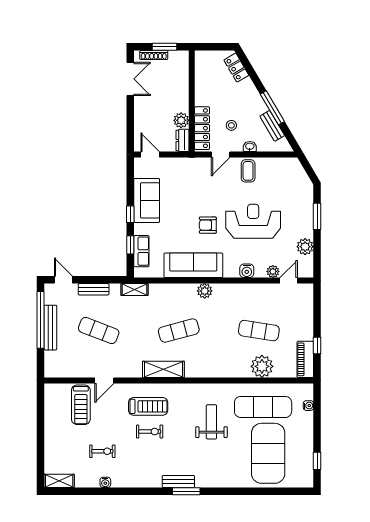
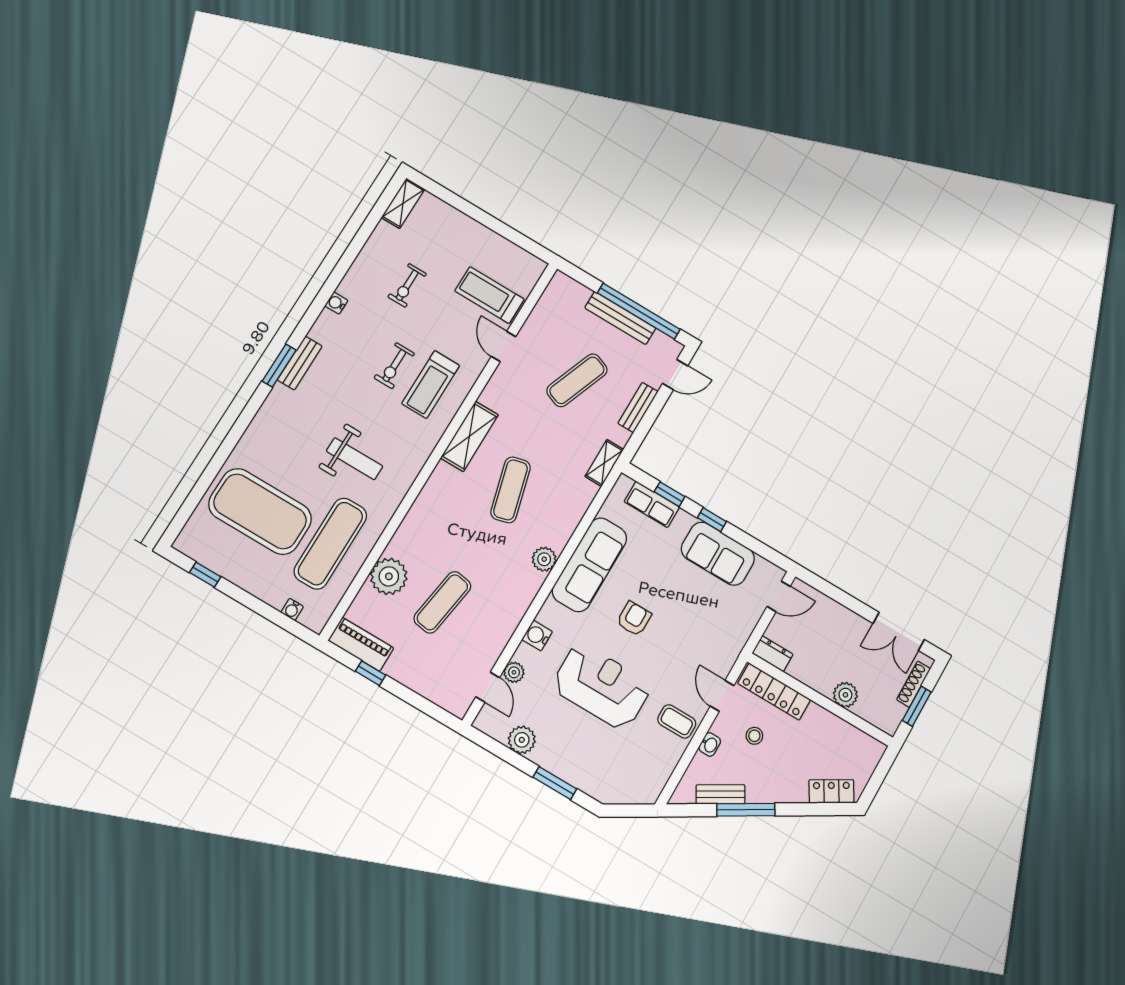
plant: (181, 120) -> (845, 695), moved
reception desk: (253, 221) -> (602, 686), turned -90
water cooler: (105, 482) -> (336, 303), moved

